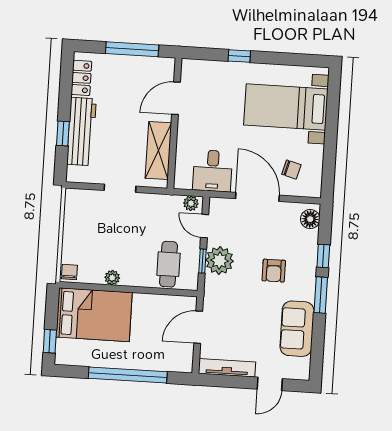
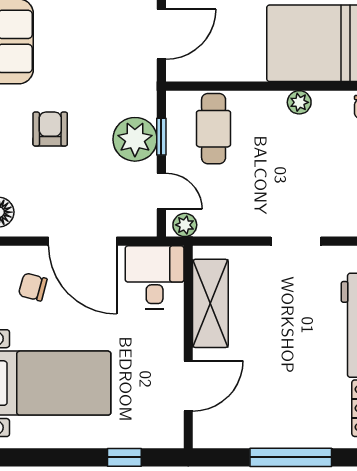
door: (176, 98) -> (188, 386), moved
wall: (174, 123) -> (188, 347), moved
shelving: (158, 151) -> (210, 303), moved

